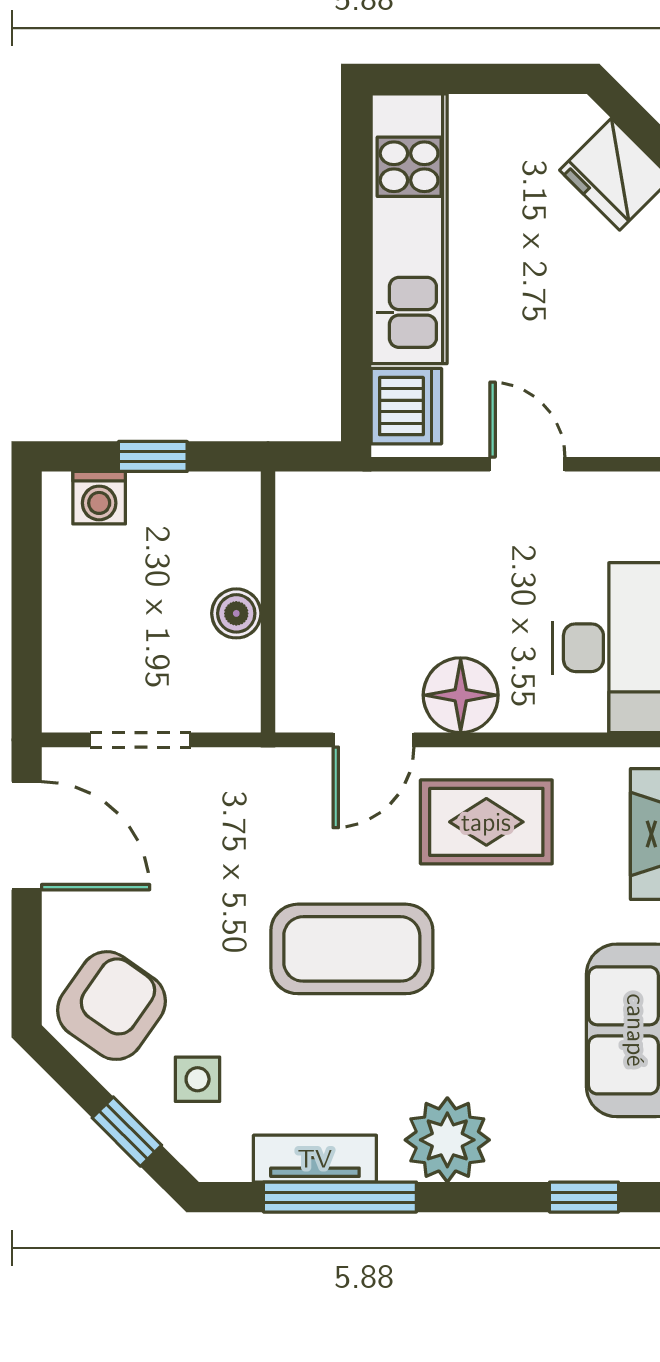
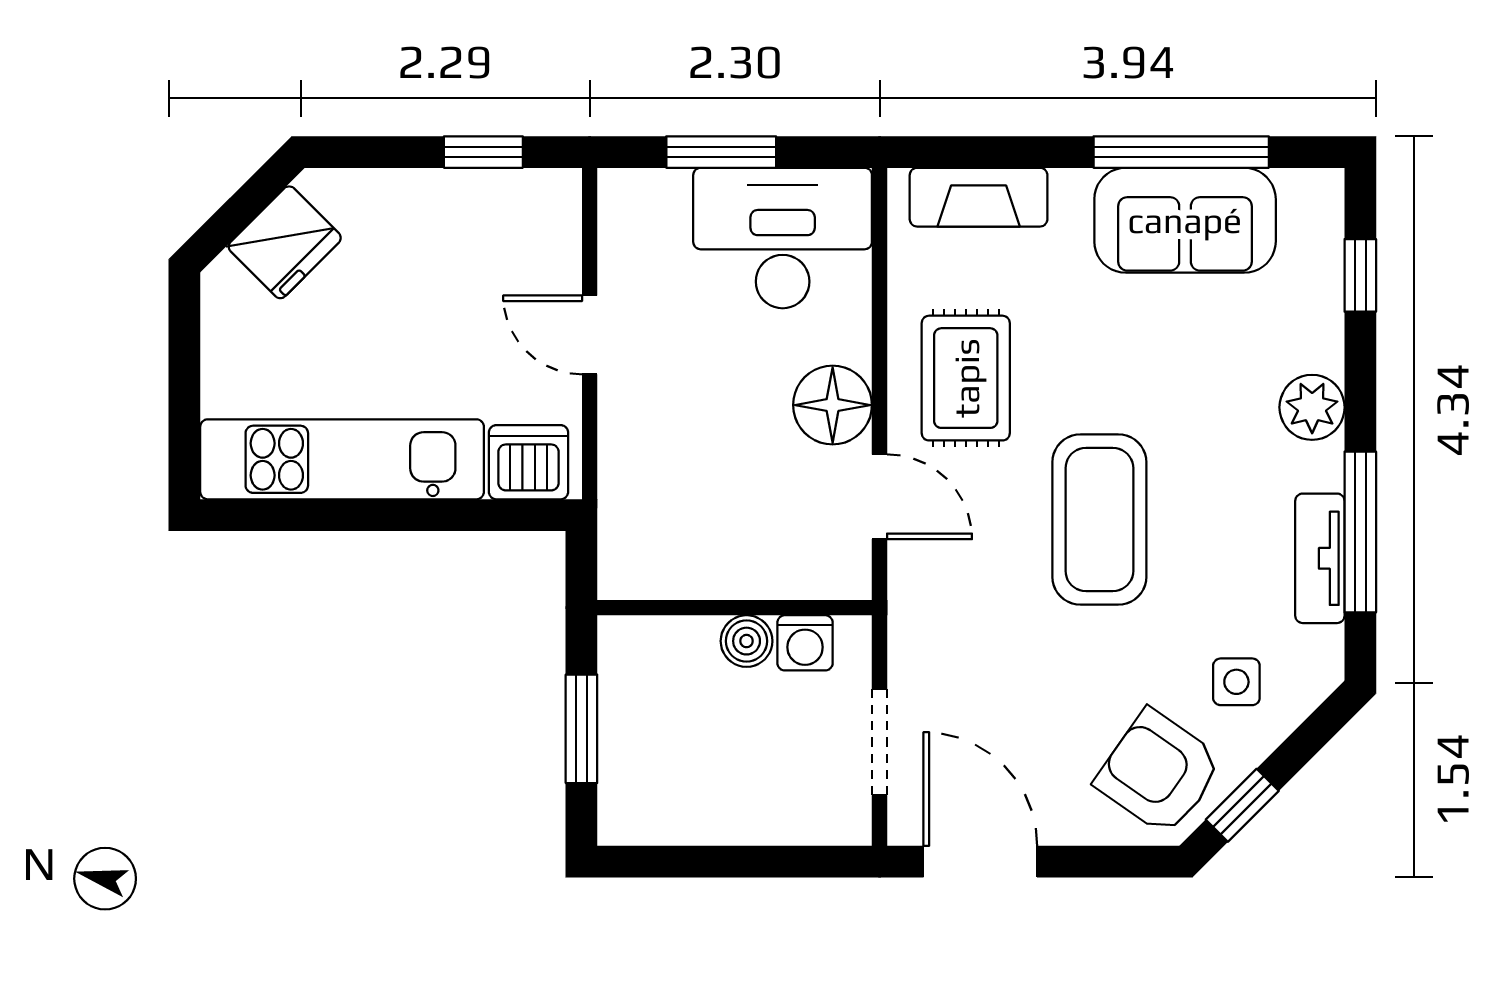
window: (153, 456) -> (581, 729), width x1.50
door: (527, 464) -> (590, 335), hinge flipped
washing machine: (99, 498) -> (805, 643), moved, turned 90
door: (27, 836) -> (980, 862), hinge flipped
window: (127, 1132) -> (1242, 805), moved
plant: (447, 1140) -> (1312, 407), width x0.73, depth x0.73

